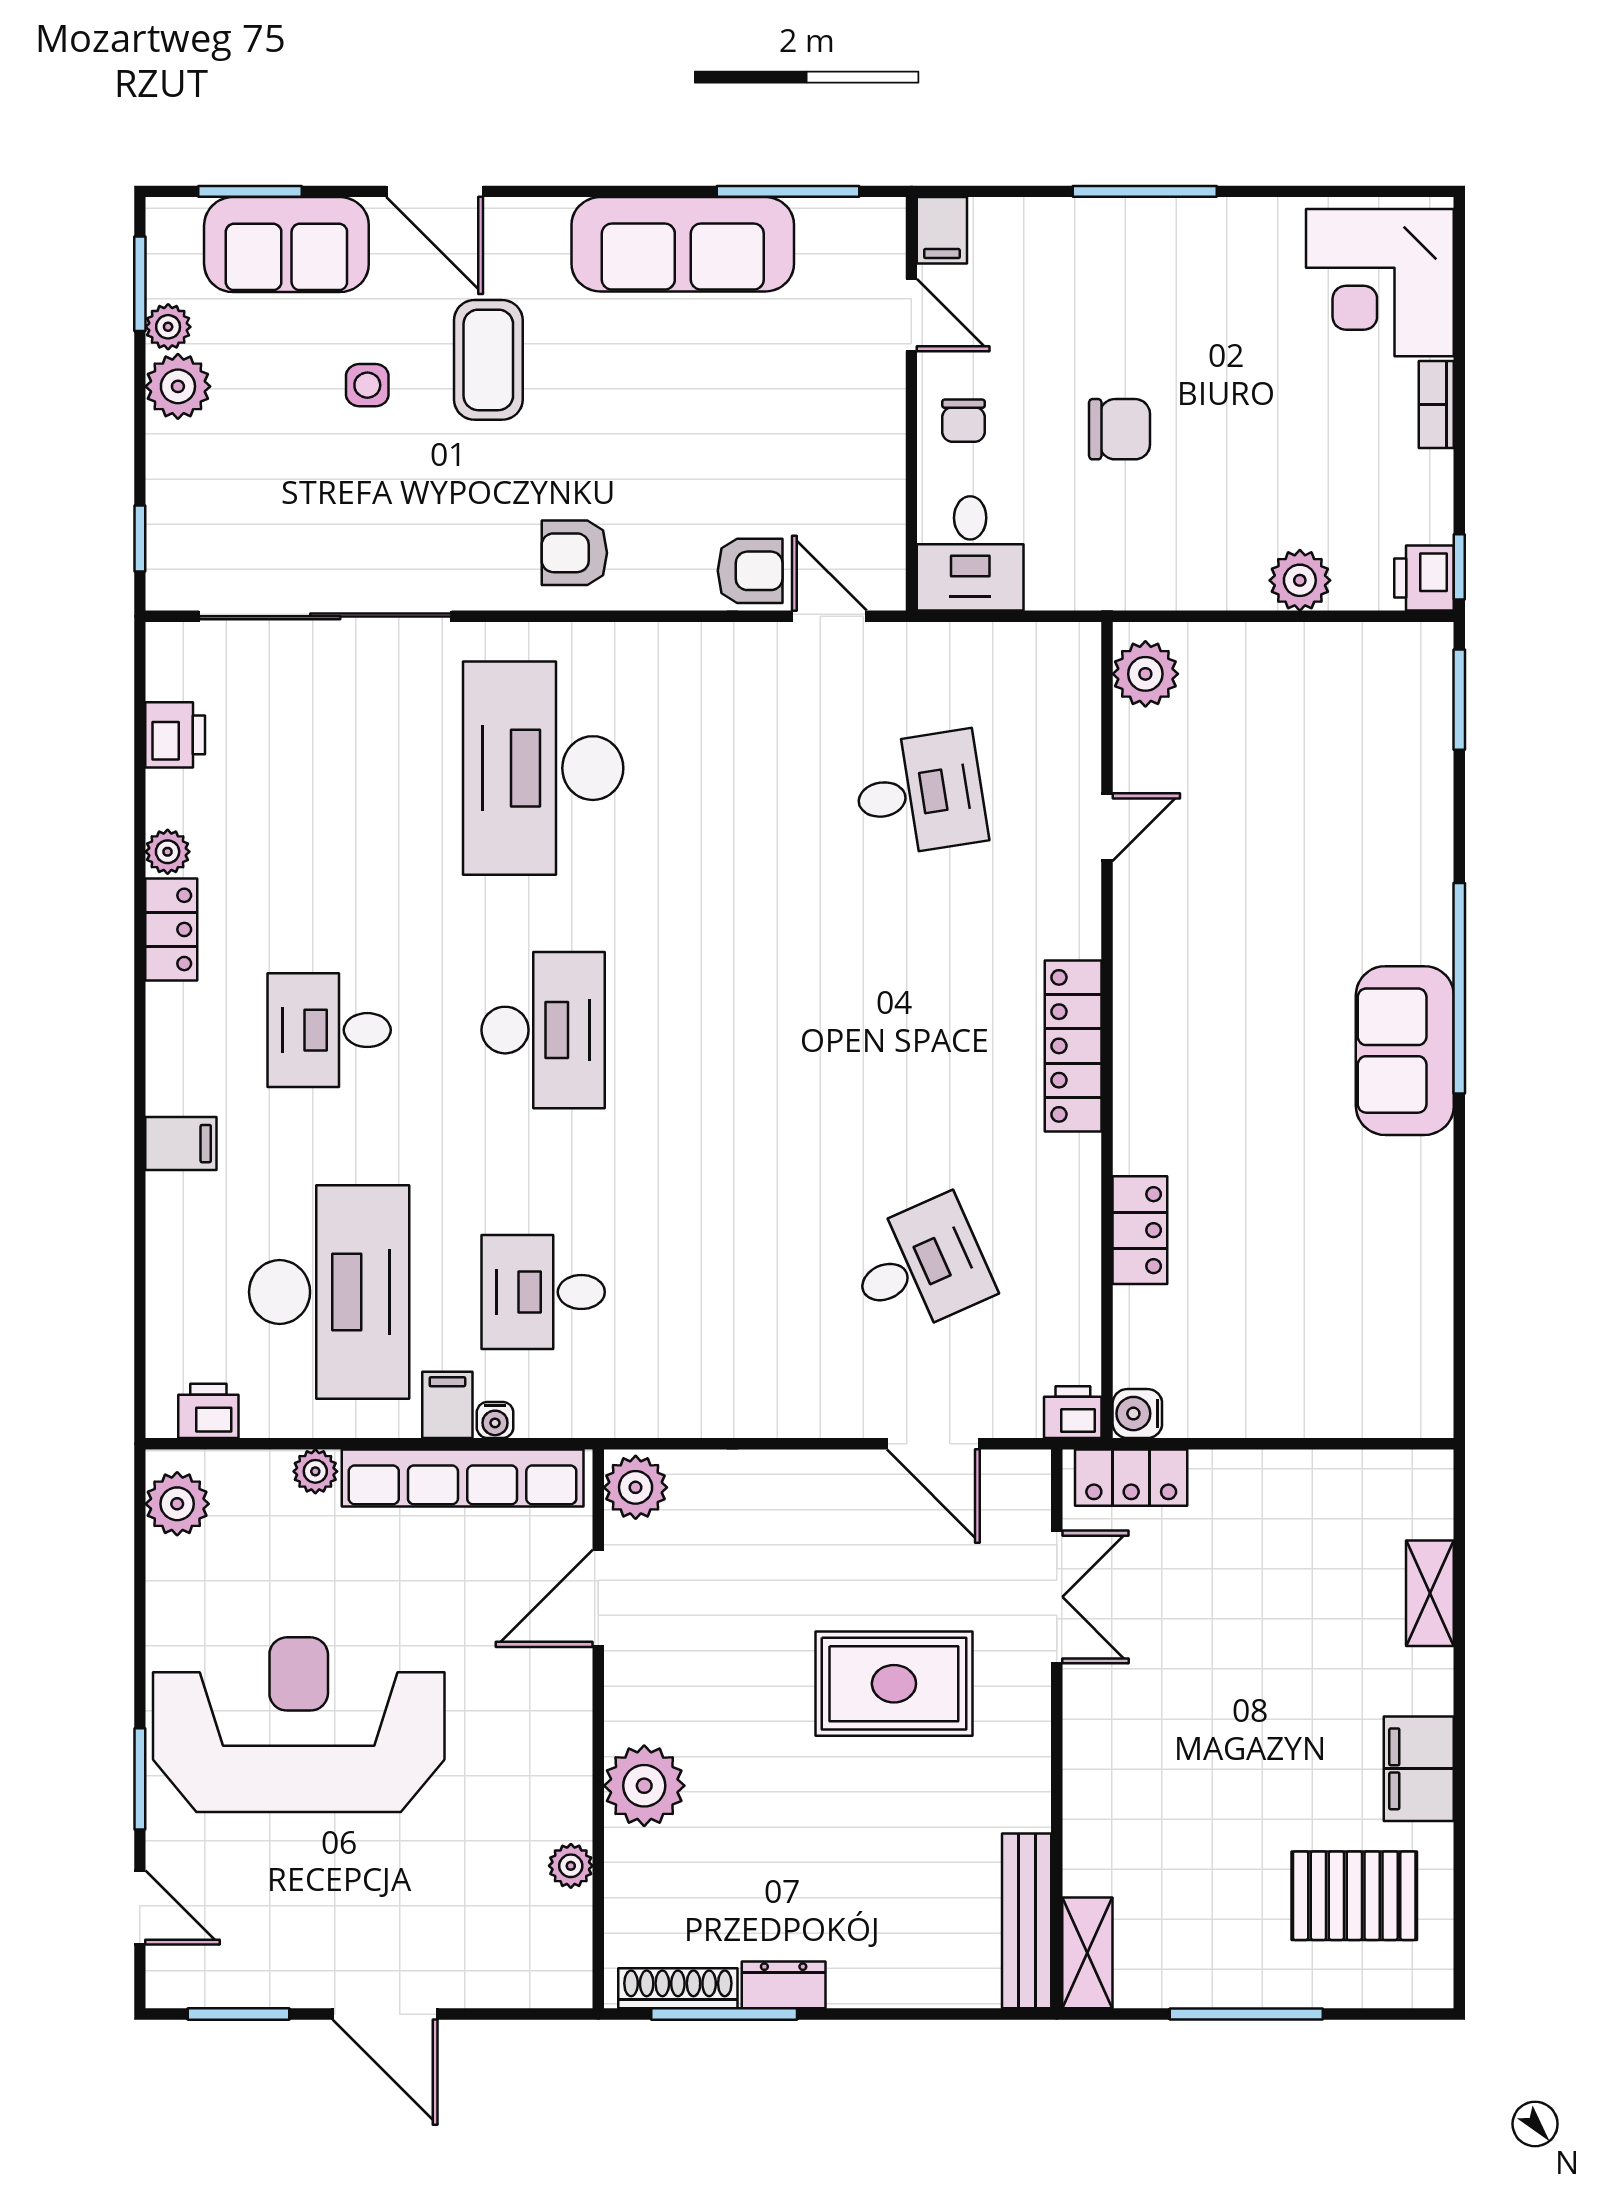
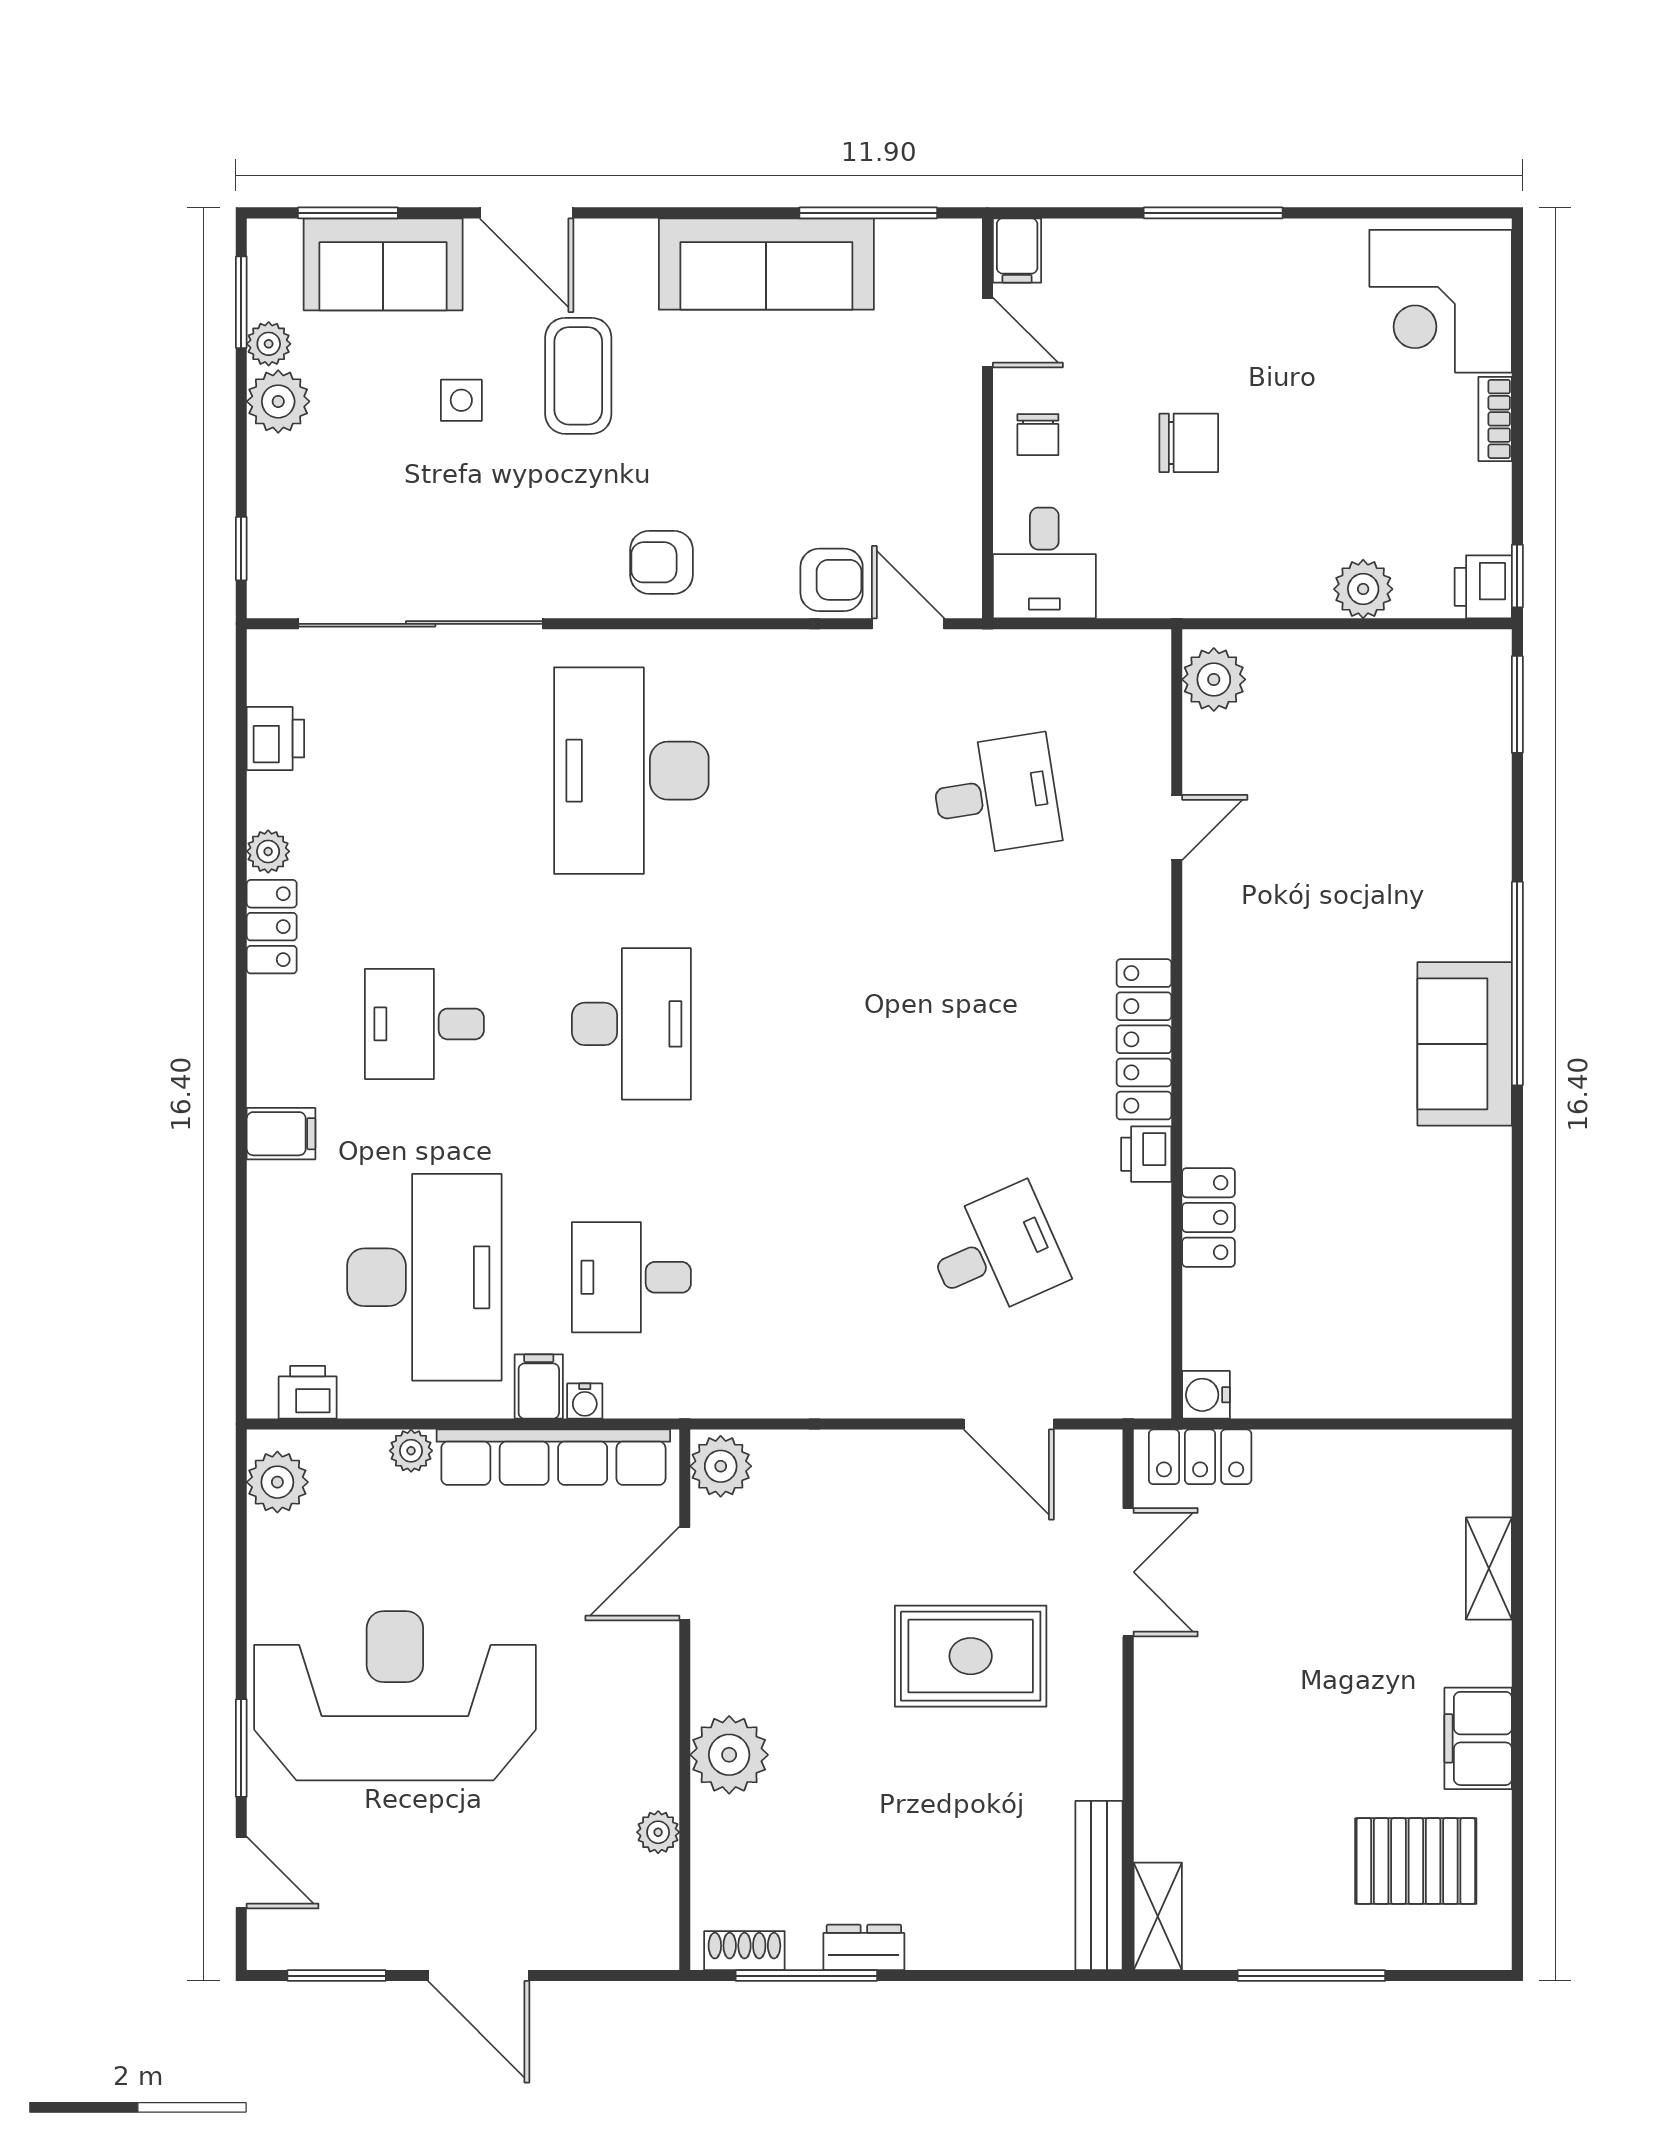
printer: (1073, 1412) -> (1146, 1154), moved, turned -90
shoe rack: (678, 1988) -> (744, 1951), width x0.70

